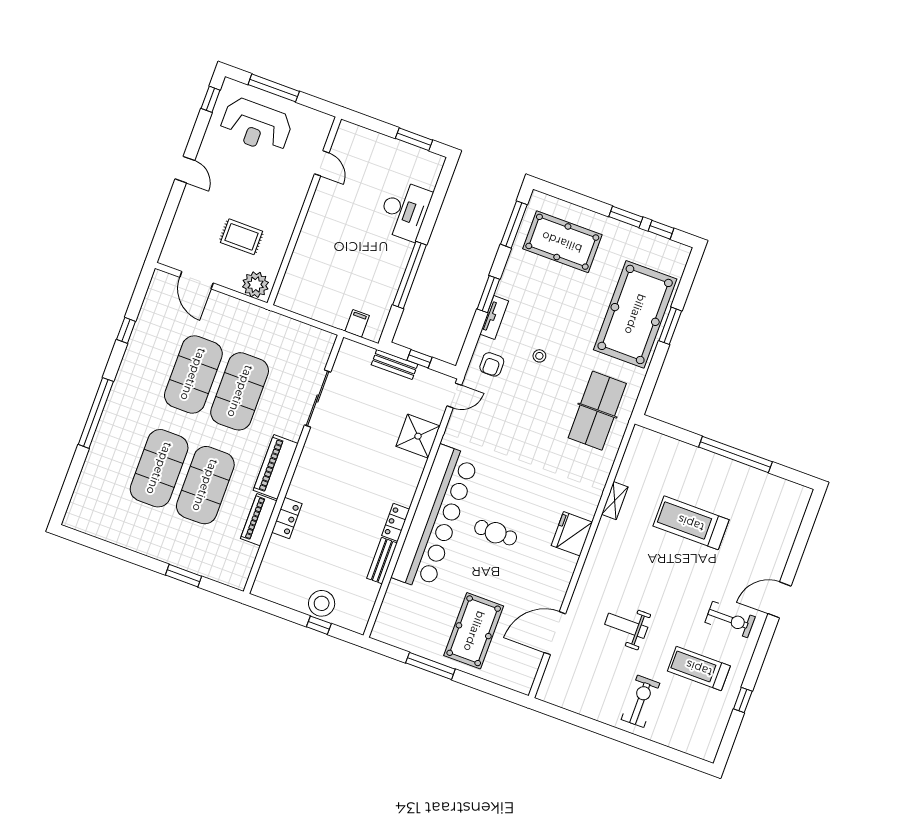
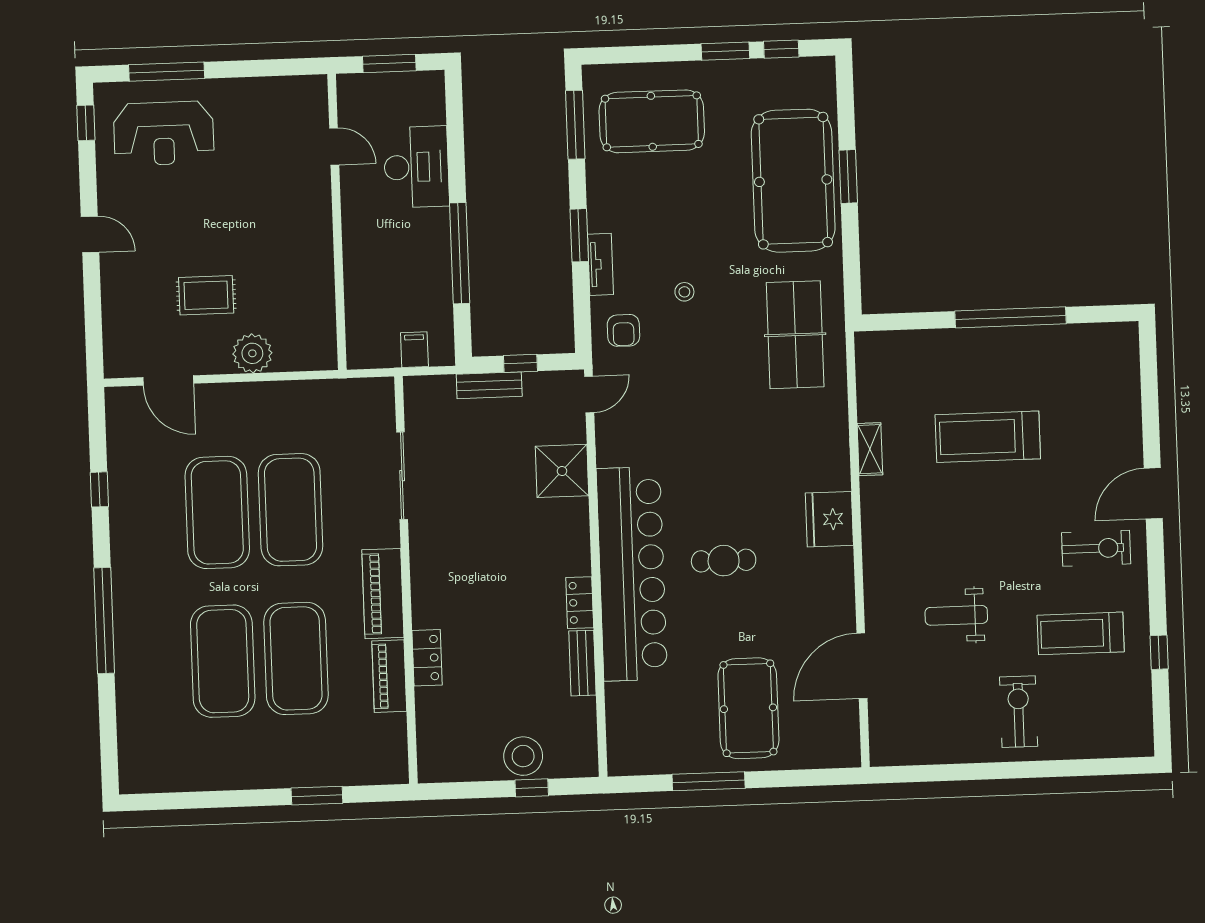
door: (322, 163) -> (334, 146), moved
wall: (304, 211) -> (337, 222), moved

